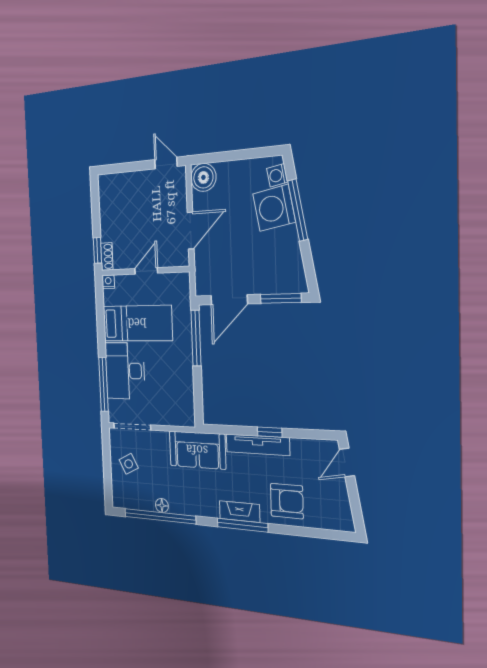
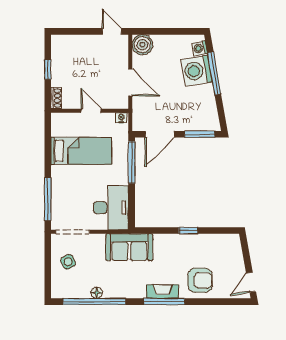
door: (191, 231) -> (130, 83), hinge flipped
window: (97, 250) -> (48, 69), moved
door: (146, 271) -> (91, 111), hinge flipped
nightstand: (108, 282) -> (121, 118), moved
desk: (125, 371) -> (111, 208), moved, turned 180
tv unit: (258, 445) -> (179, 240), removed
door: (347, 462) -> (251, 282), moved

